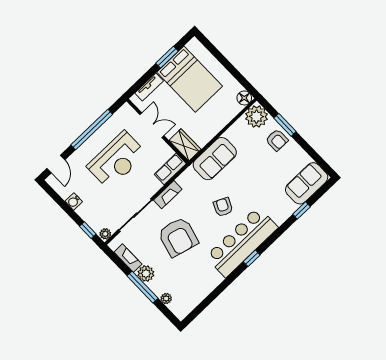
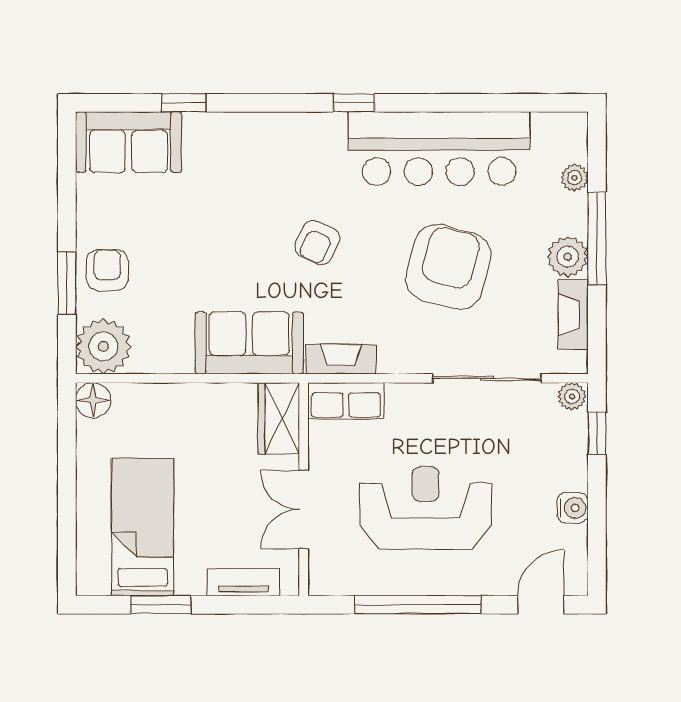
bed: (190, 79) -> (143, 527), width x0.67
fireplace: (168, 195) -> (341, 359), moved
bar counter: (242, 242) -> (439, 149), moved

